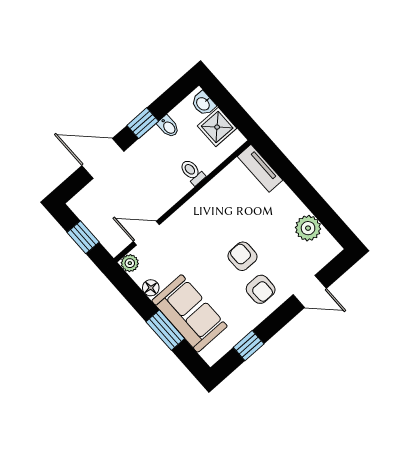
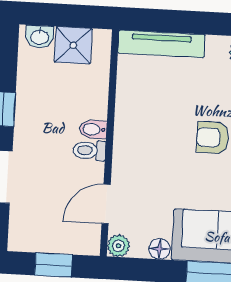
bidet: (168, 127) -> (93, 129), moved, turned 180
tv unit: (260, 168) -> (161, 44), width x1.41
toilet: (192, 172) -> (89, 150), moved

